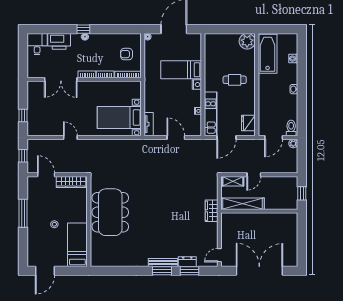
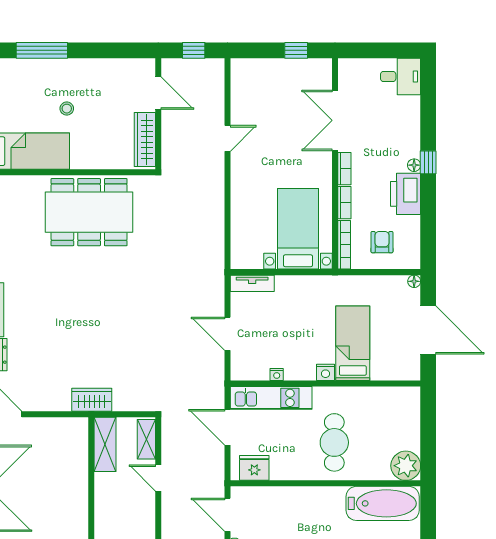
printer: (59, 41) -> (406, 194), moved
cafe table: (235, 80) -> (334, 442), width x1.37, depth x1.35
window: (23, 116) -> (296, 50), moved
bed with nightstands: (119, 117) -> (298, 229), moved
door: (176, 137) -> (227, 334), swing flipped
door: (46, 175) -> (158, 93), hinge flipped
shelving: (243, 204) -> (105, 444), width x0.68
window: (23, 213) -> (42, 50), moved

